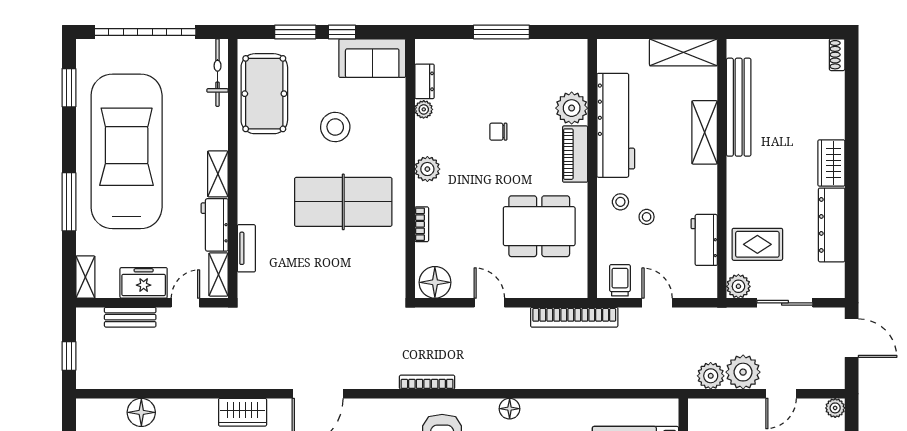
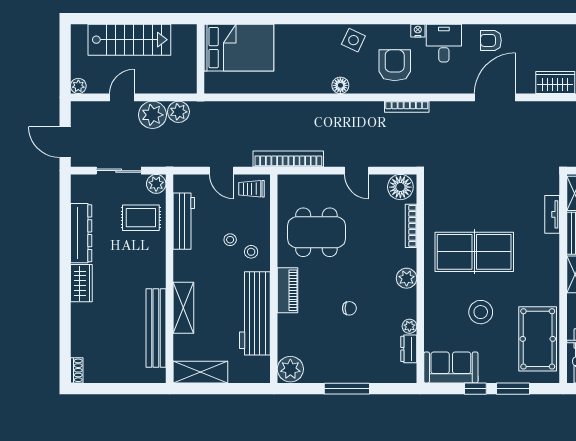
plant: (572, 108) -> (290, 369), moved
bookcase: (422, 224) -> (411, 226), width x1.56
workbench: (704, 240) -> (184, 221), width x1.38
trolley: (620, 280) -> (251, 189), turned 90

